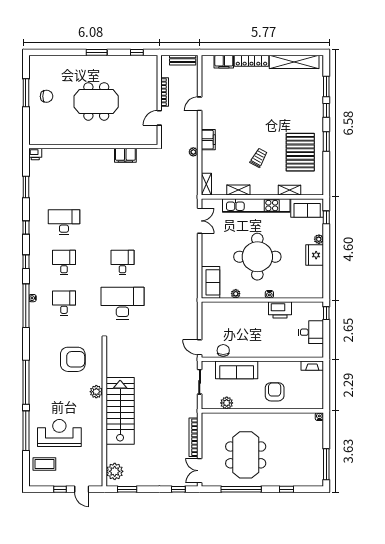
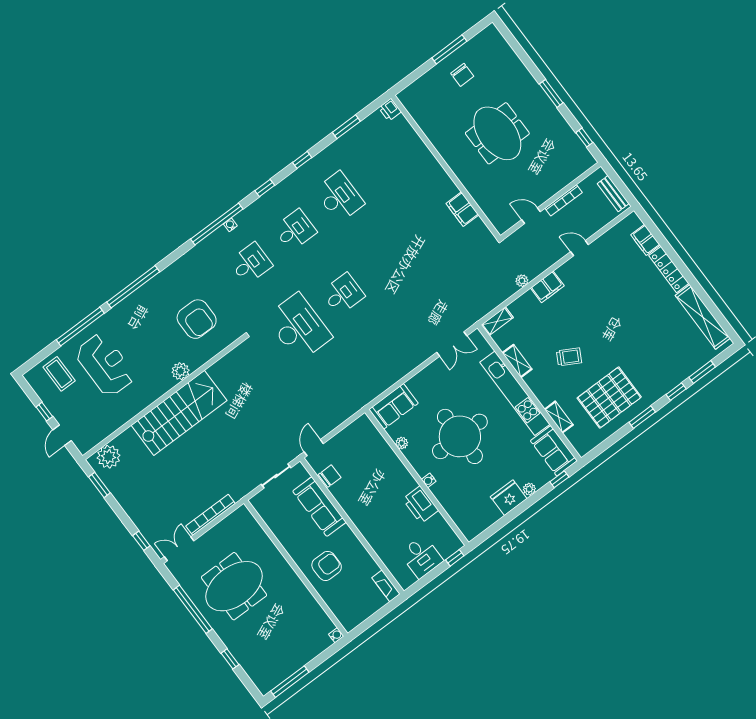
plant: (227, 403) -> (275, 523), removed

